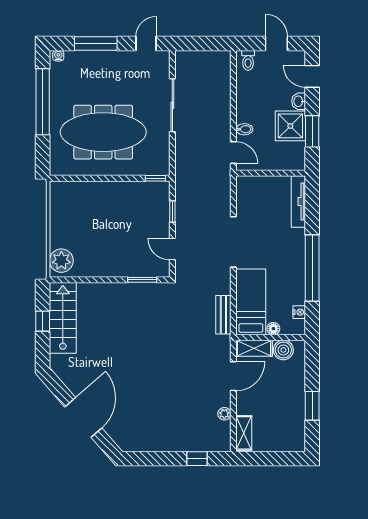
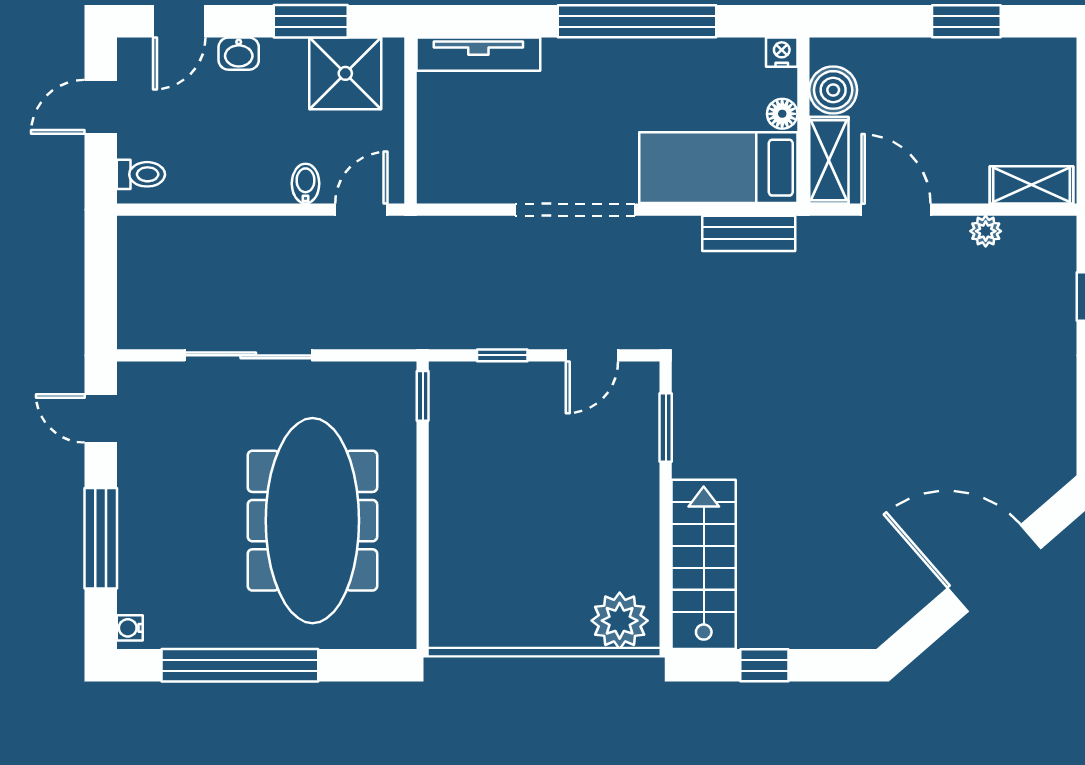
shower: (290, 126) -> (345, 73), moved
nightstand: (299, 312) -> (782, 52), moved
stairs: (63, 318) -> (704, 564), moved, turned 90

